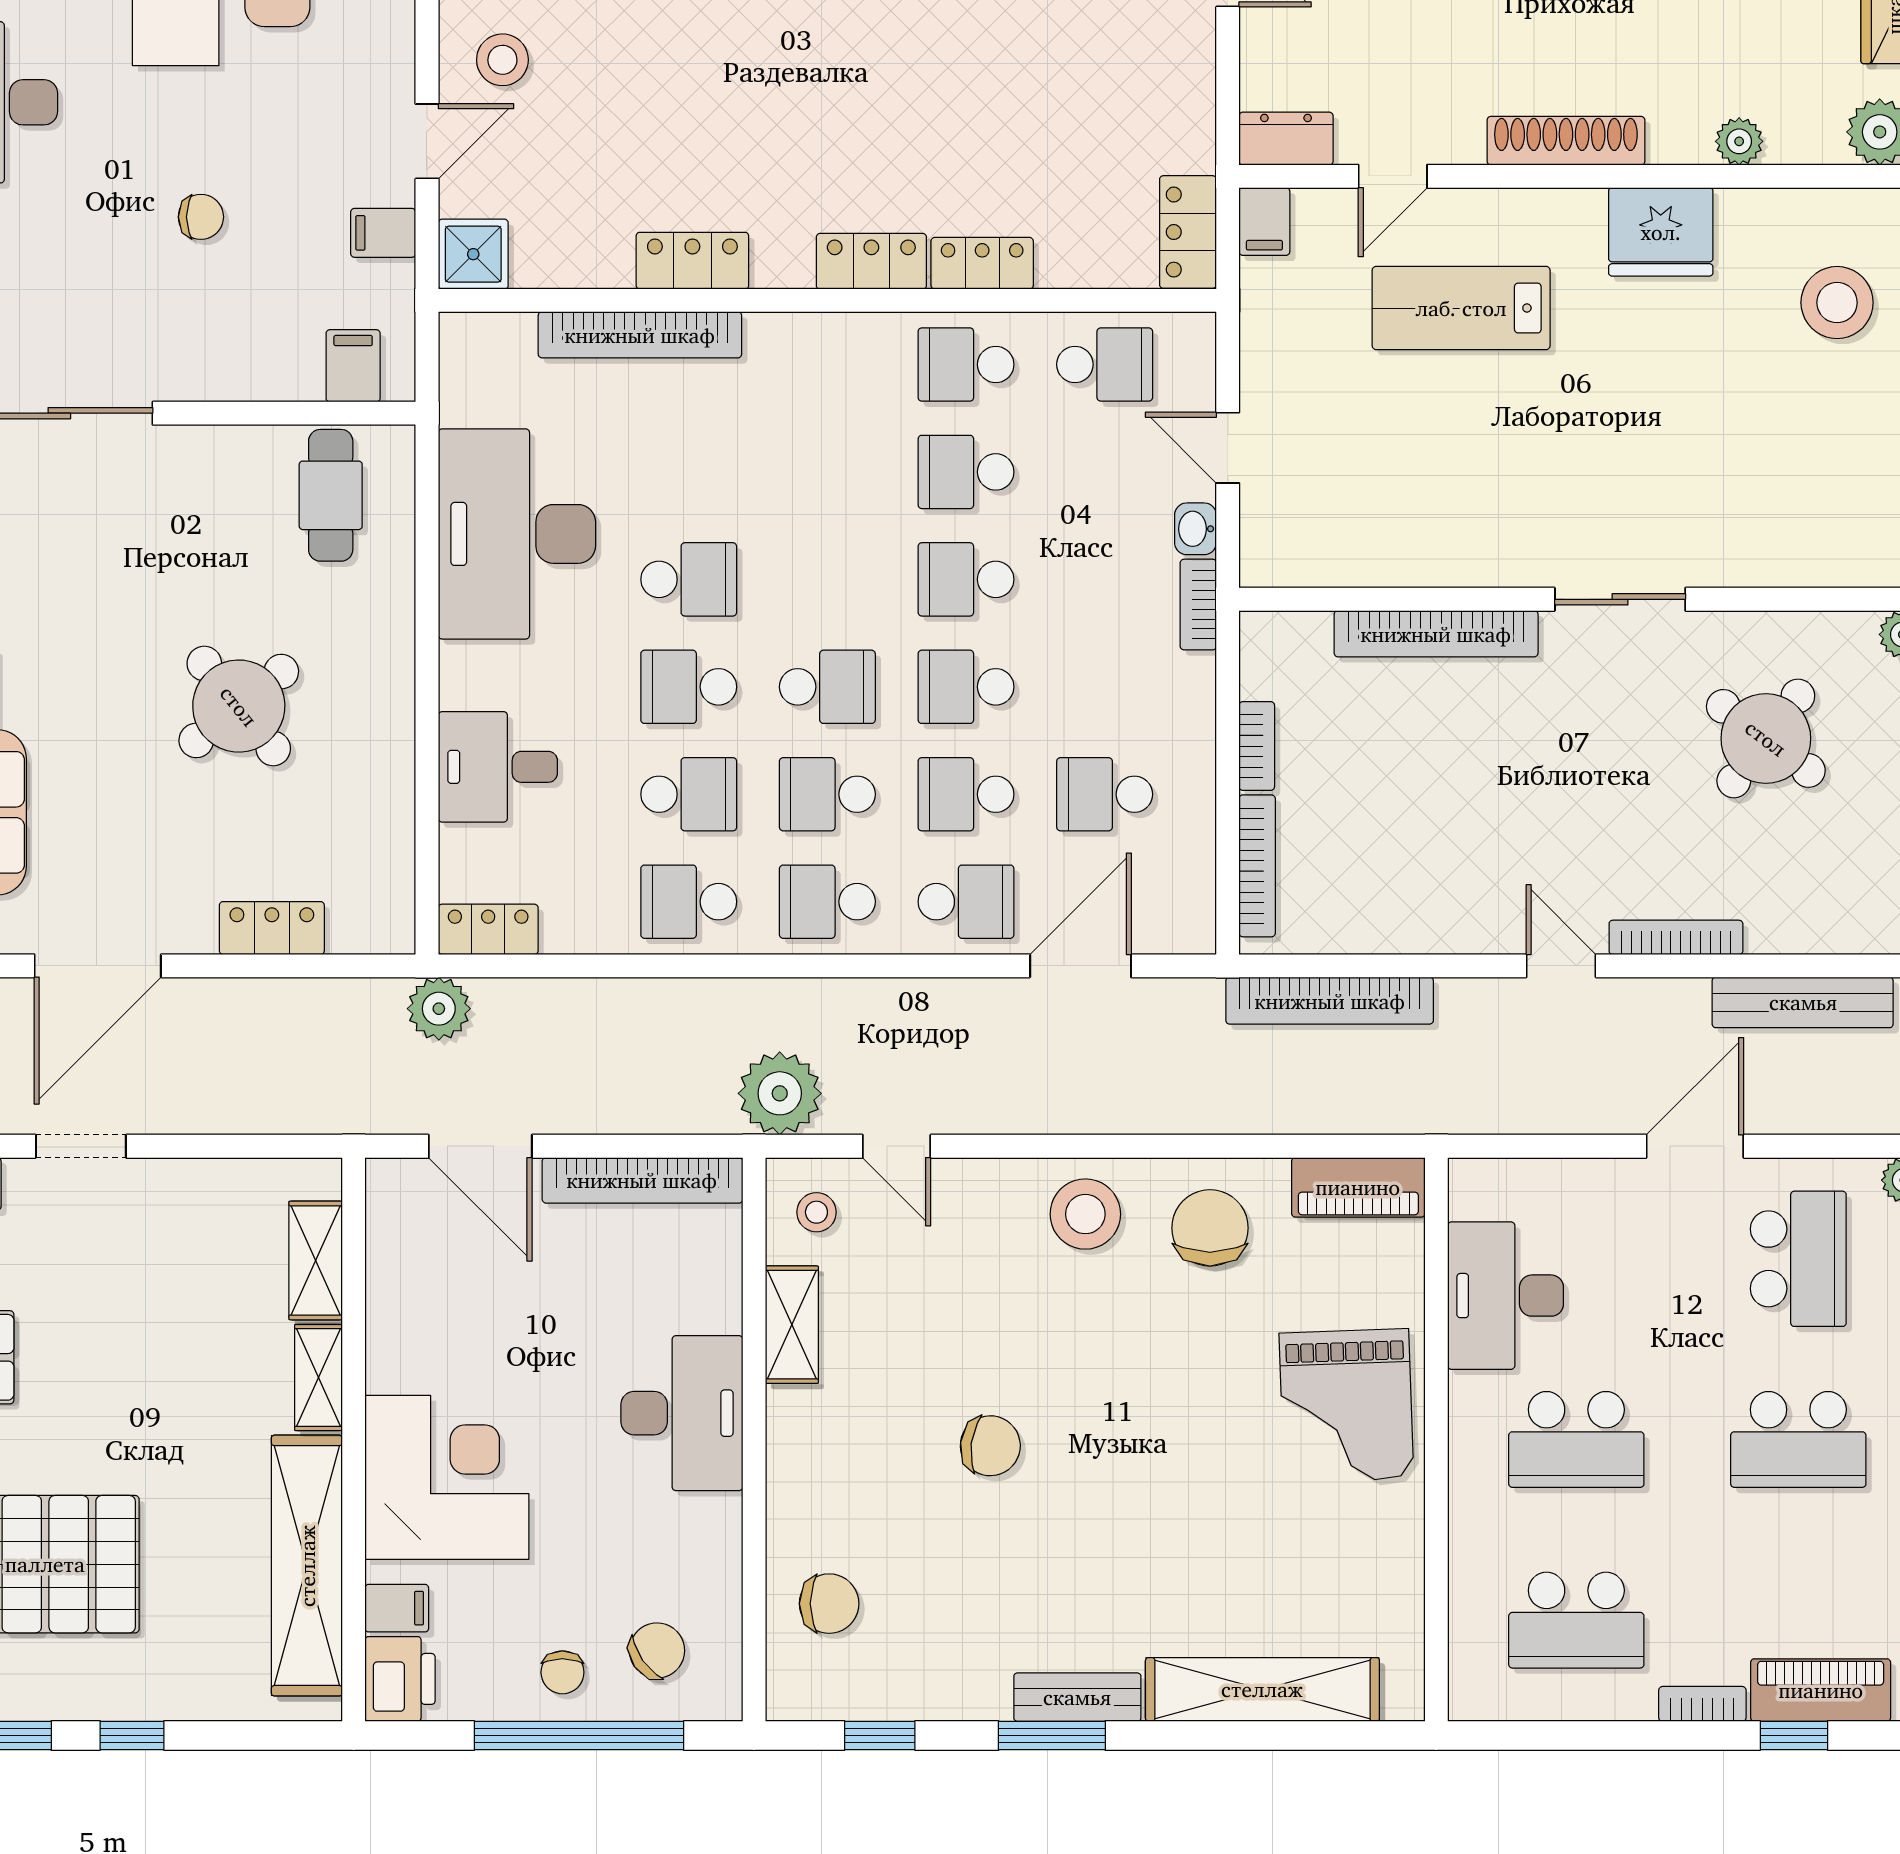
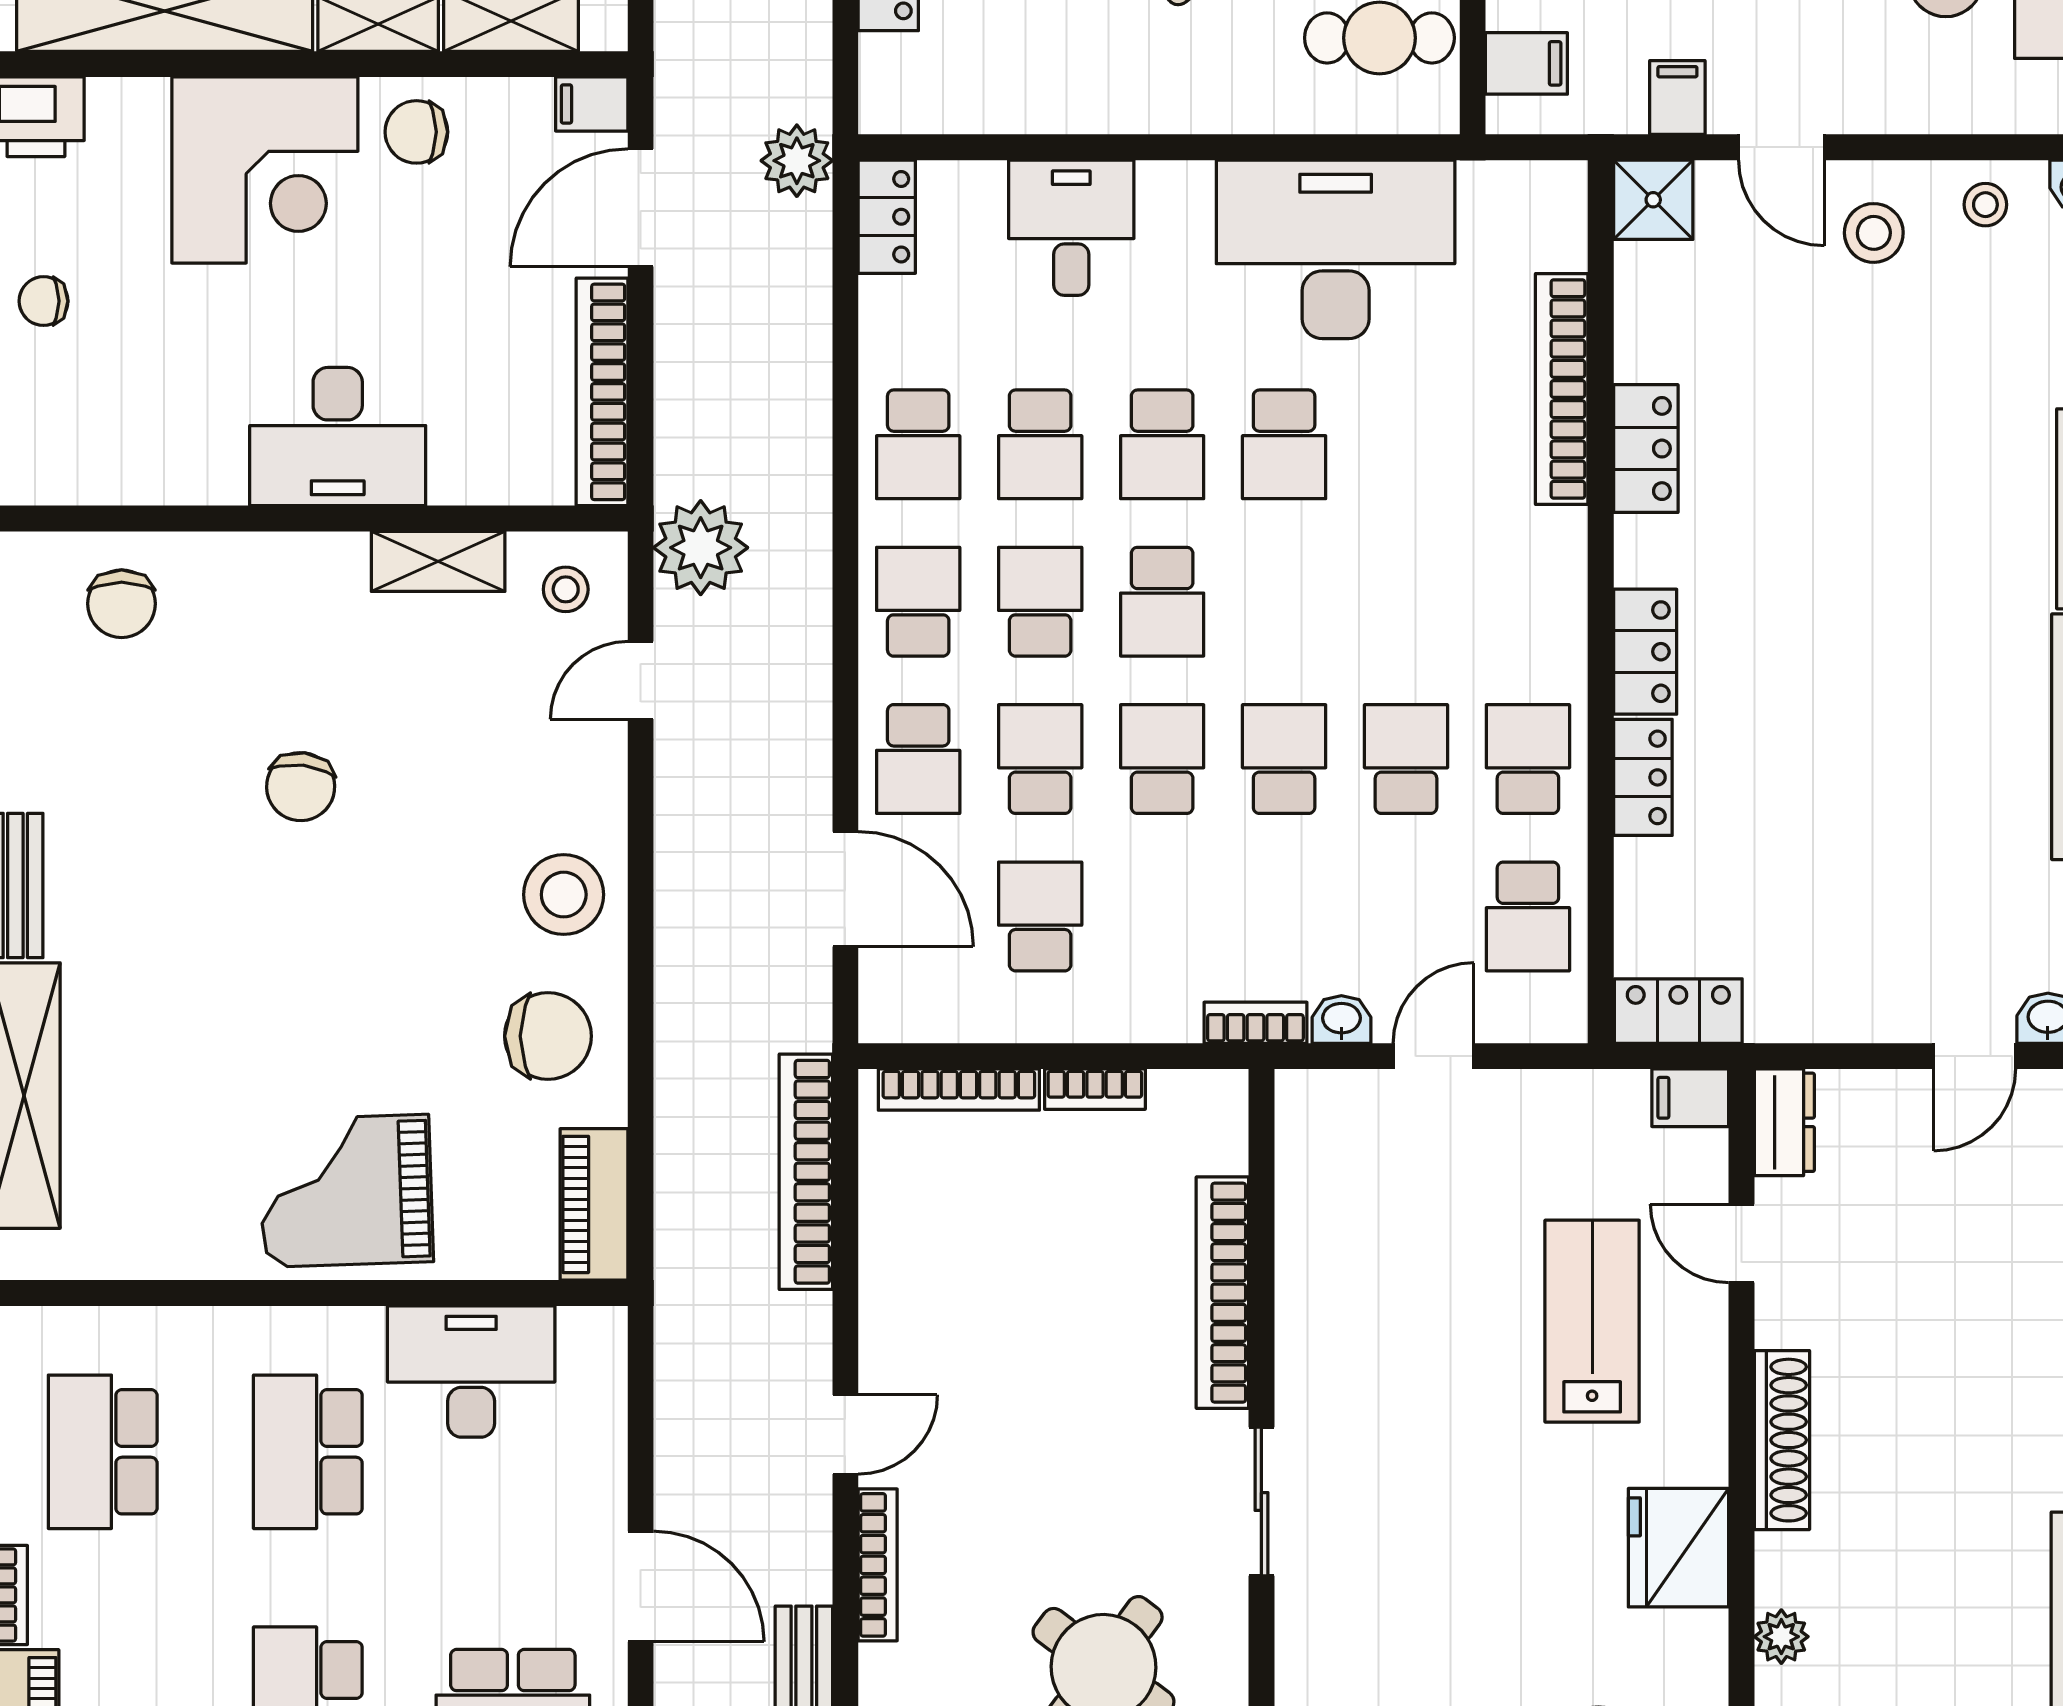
school desk: (689, 687) -> (1162, 444), turned 180
school desk: (689, 902) -> (918, 444), turned 180
filing cabinet: (397, 1608) -> (592, 104), moved, turned 90
chair: (657, 1651) -> (416, 132), moved, turned 125

